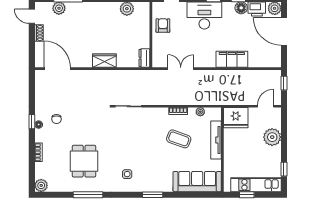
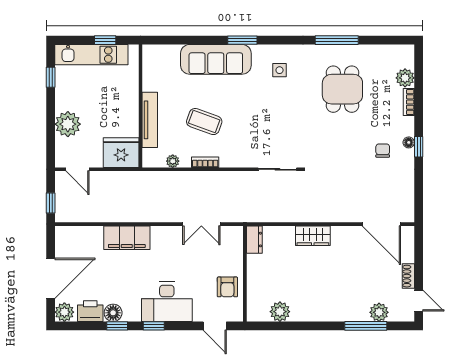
door: (284, 31) -> (51, 278), hinge flipped
door: (266, 106) -> (77, 169), hinge flipped
sofa: (197, 182) -> (216, 59), moved
plant: (41, 185) -> (405, 78), moved

